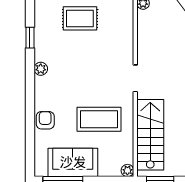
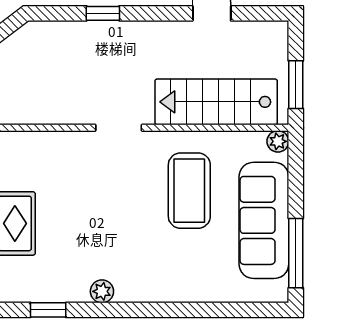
armchair: (45, 120) -> (191, 284), removed
sofa: (73, 162) -> (264, 220), width x1.36

